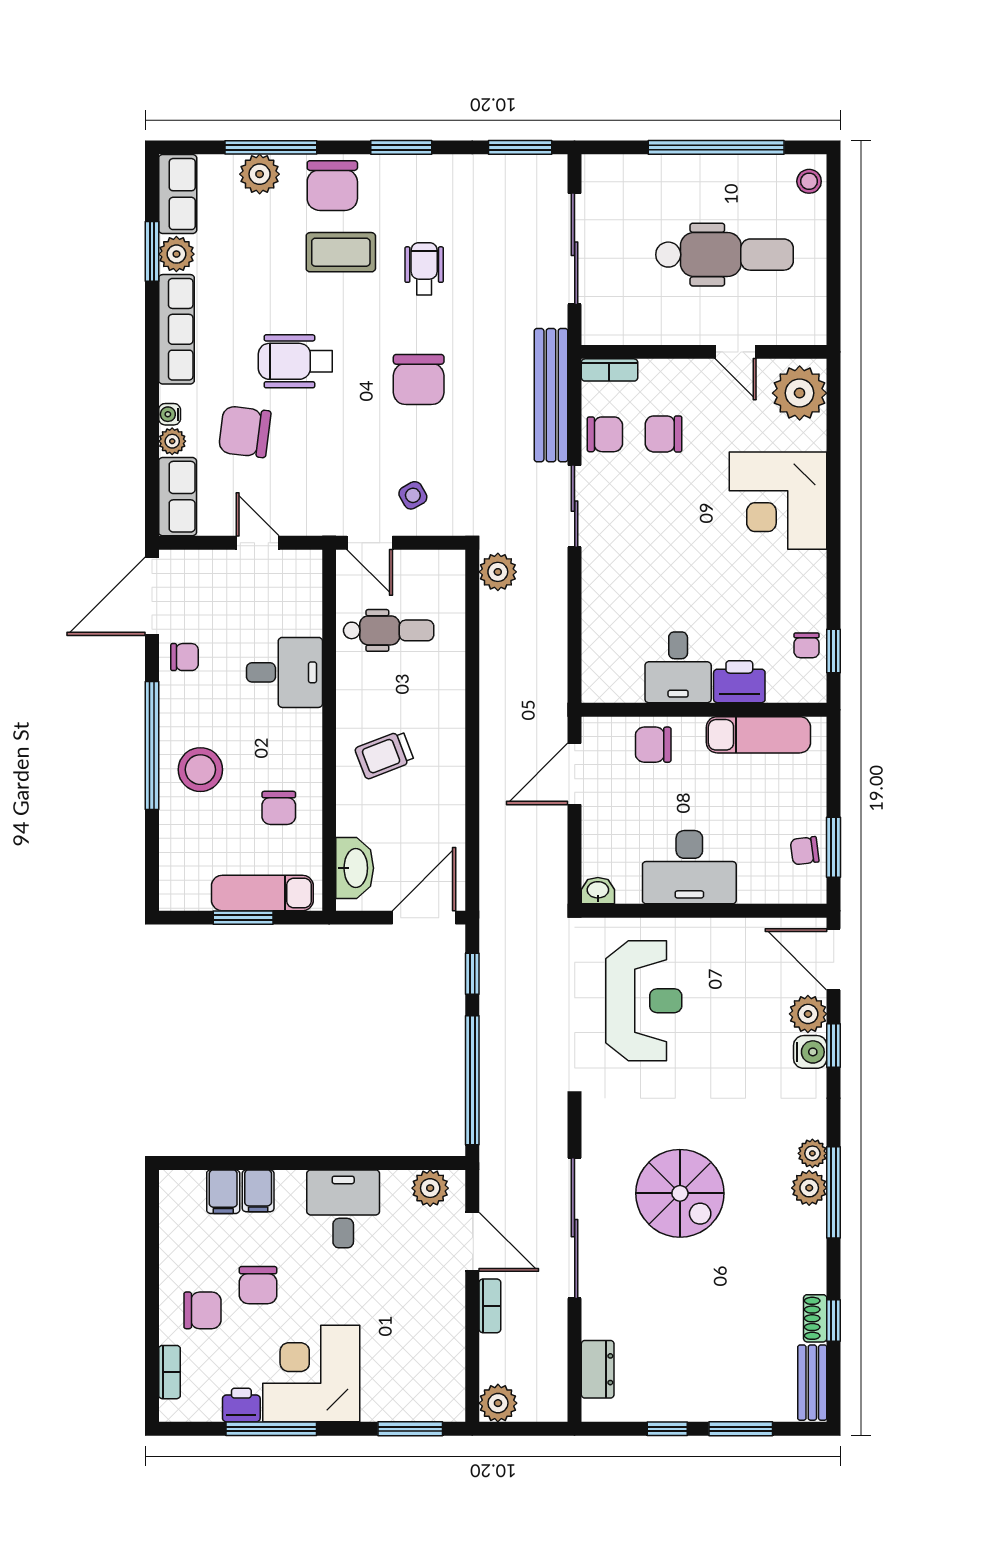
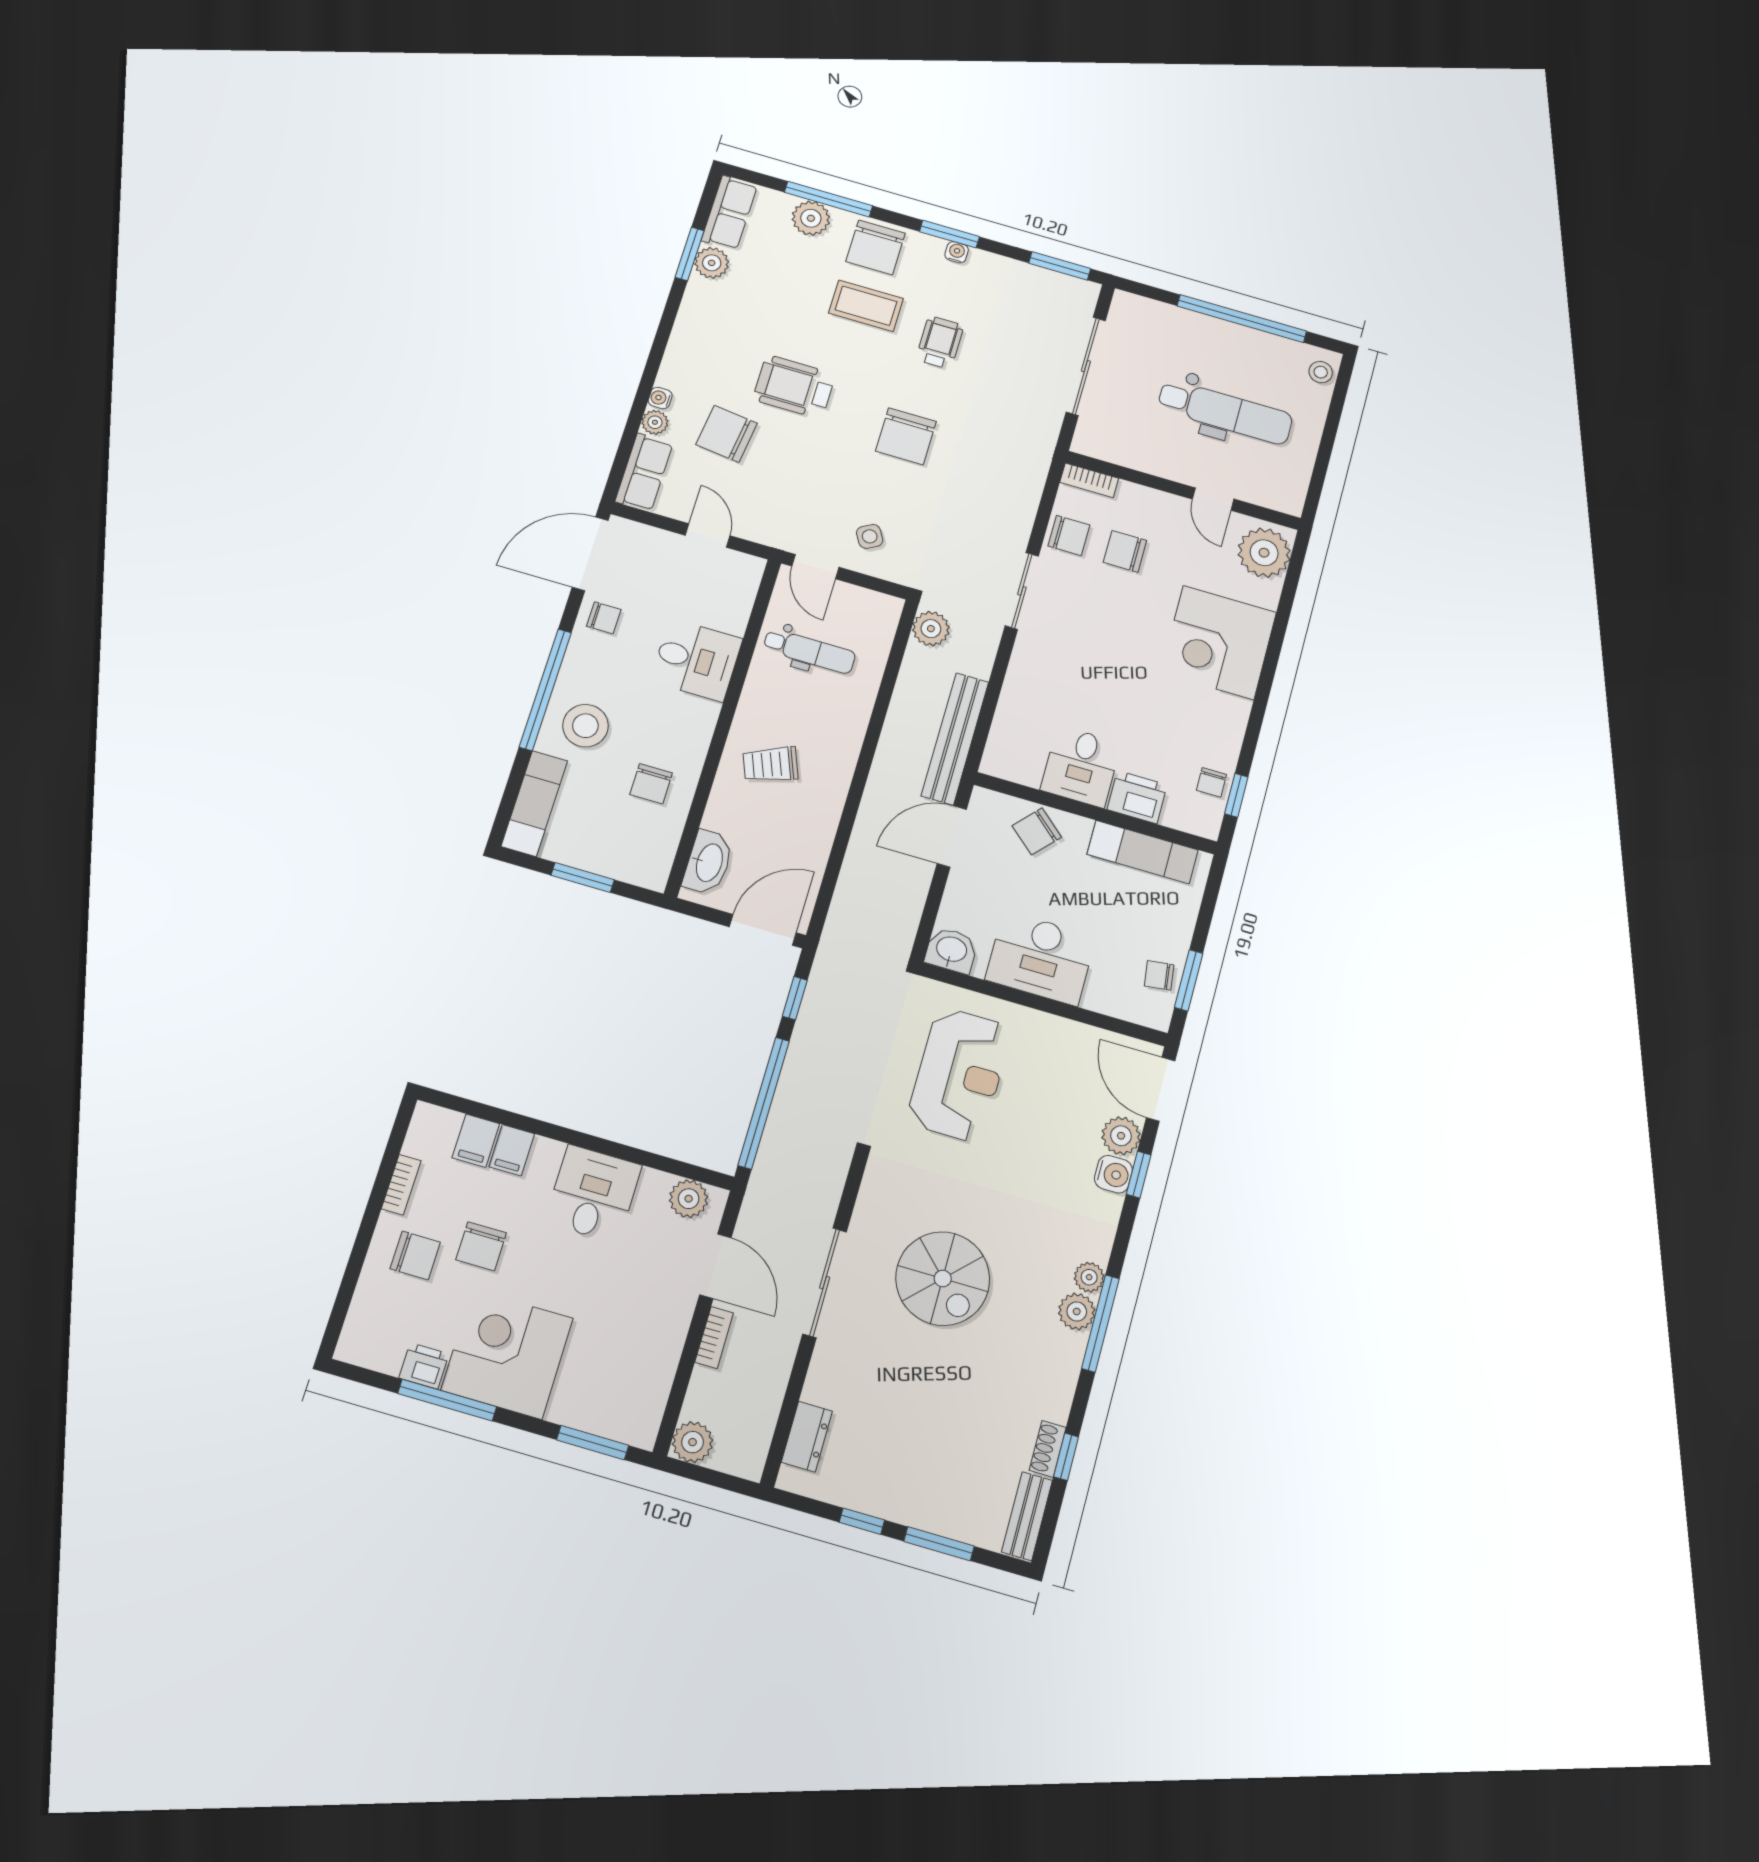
water cooler: (414, 165) -> (957, 252), added
row of seats: (176, 329) -> (691, 327), removed
bench: (551, 395) -> (955, 739), moved
chair: (653, 745) -> (1037, 831), turned -48
washbasin: (598, 891) -> (951, 950), width x1.38, depth x1.45
exam couch: (262, 893) -> (534, 803), moved, turned 90
sliding door: (575, 1228) -> (825, 1283), width x0.73
bookcase: (169, 1372) -> (401, 1185), moved

